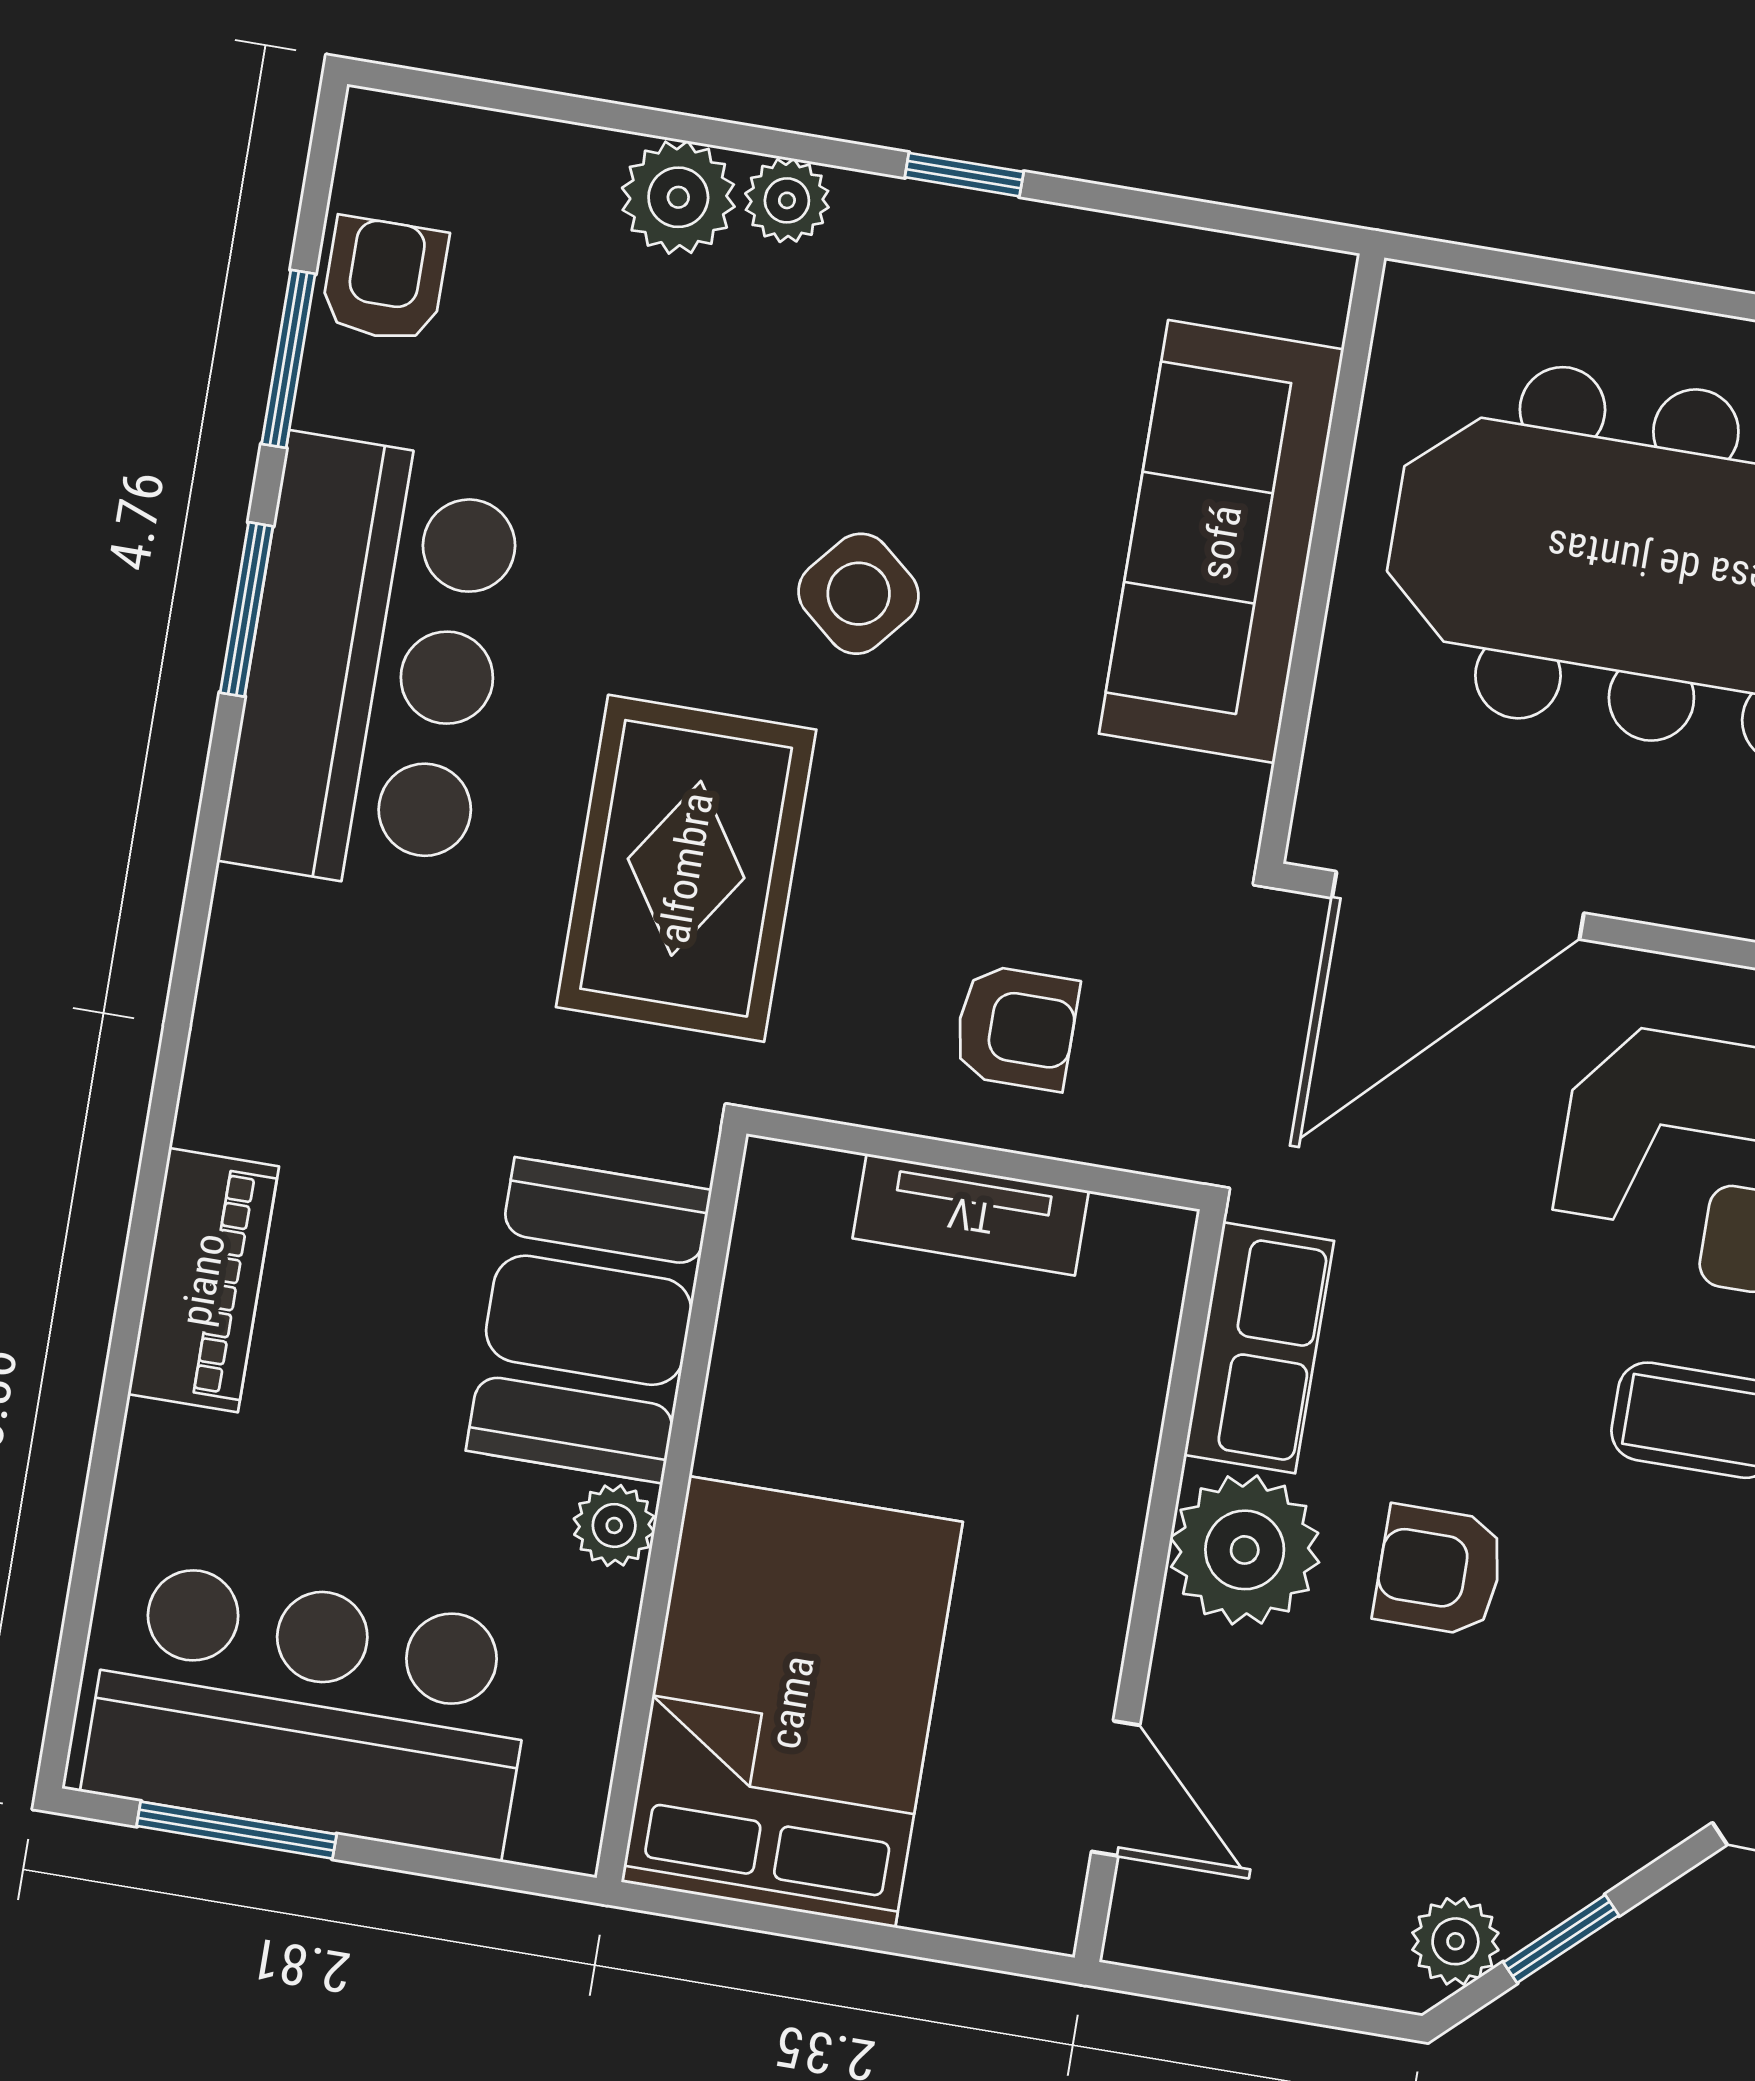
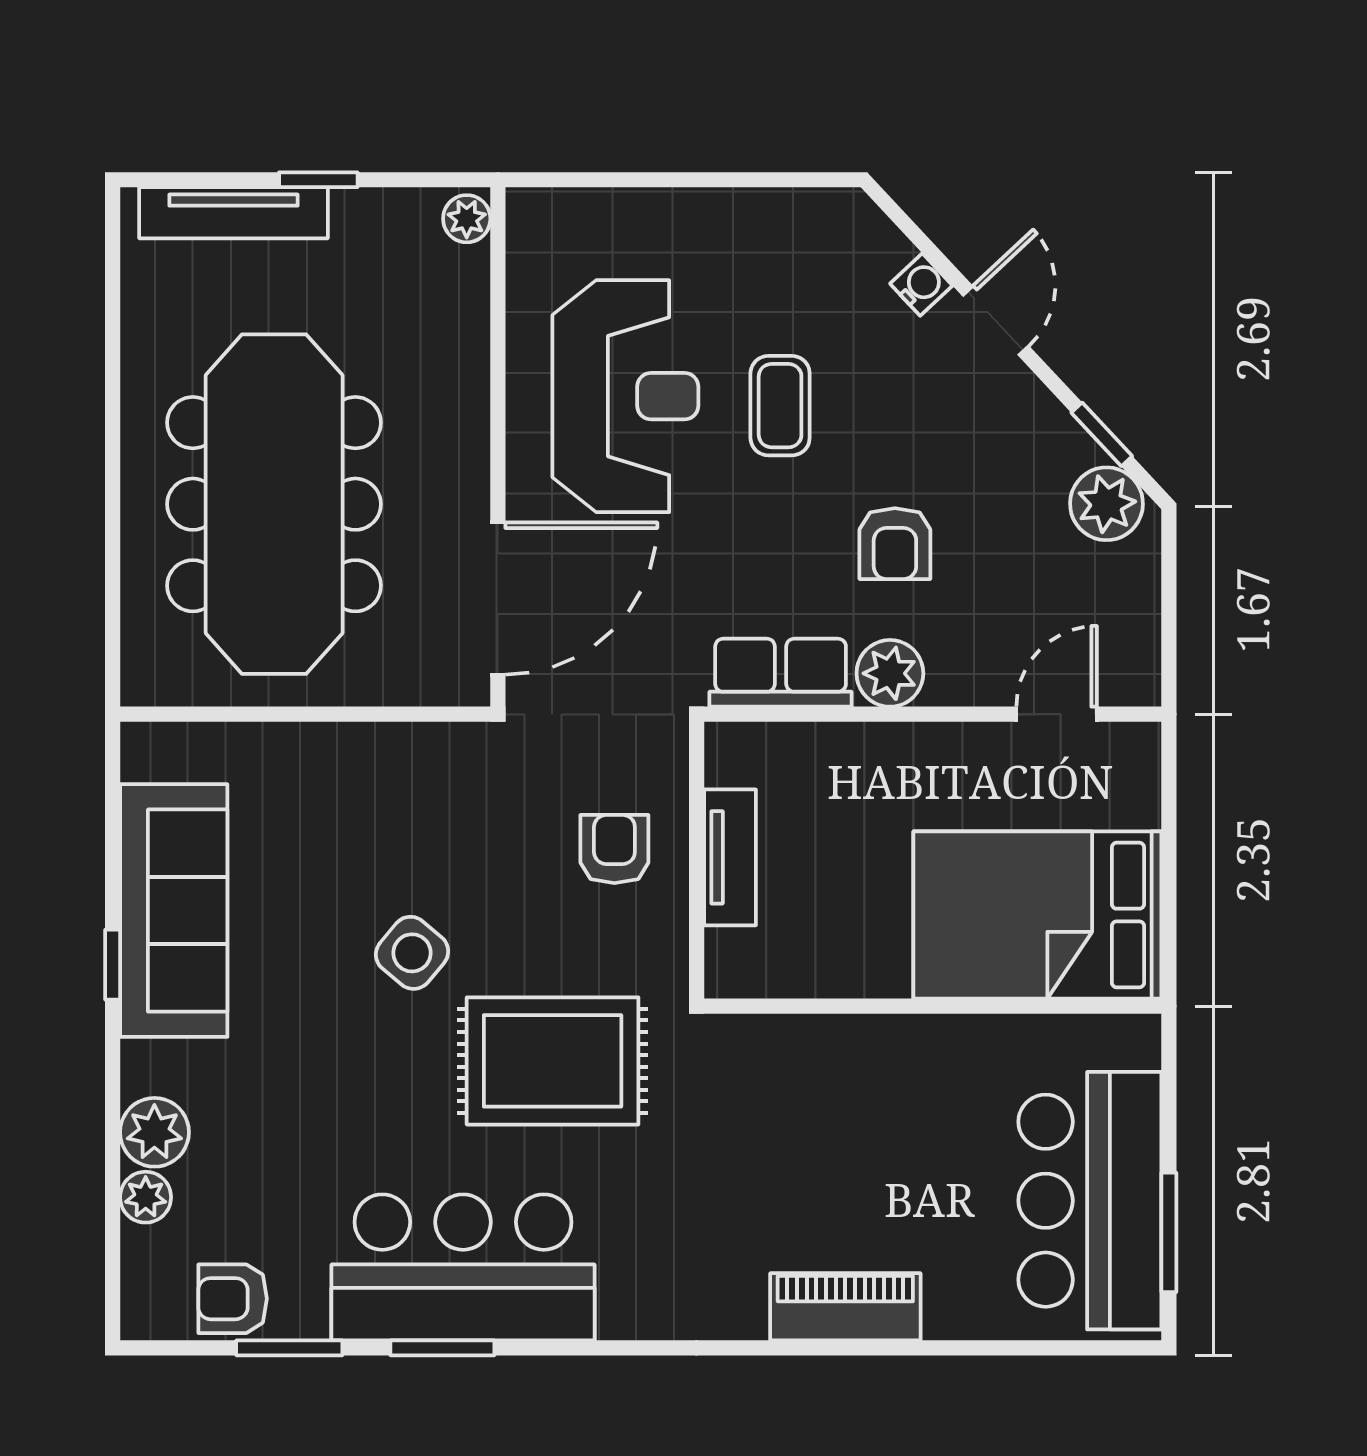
plant: (787, 200) -> (146, 1197), moved
sofa: (1221, 542) -> (174, 911), moved, turned -90
side table: (859, 594) -> (412, 953), moved
door: (1458, 905) -> (498, 598), hinge flipped
booth: (589, 1320) -> (831, 1074), removed
plant: (614, 1525) -> (950, 1038), removed
plant: (1245, 1550) -> (890, 673), width x0.73, depth x0.73
plant: (1455, 1941) -> (1106, 504), width x1.38, depth x1.38

